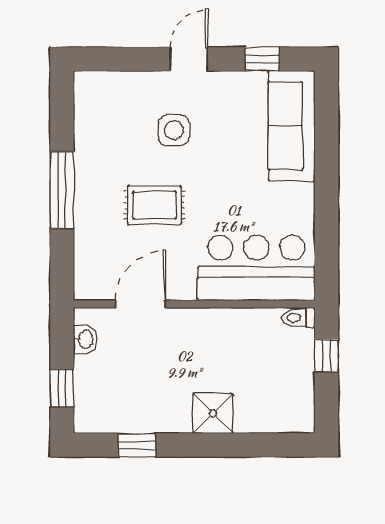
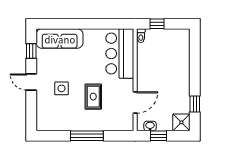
door: (141, 304) -> (135, 102), swing flipped
window: (62, 388) -> (159, 136), moved
shower: (213, 413) -> (181, 122), moved

